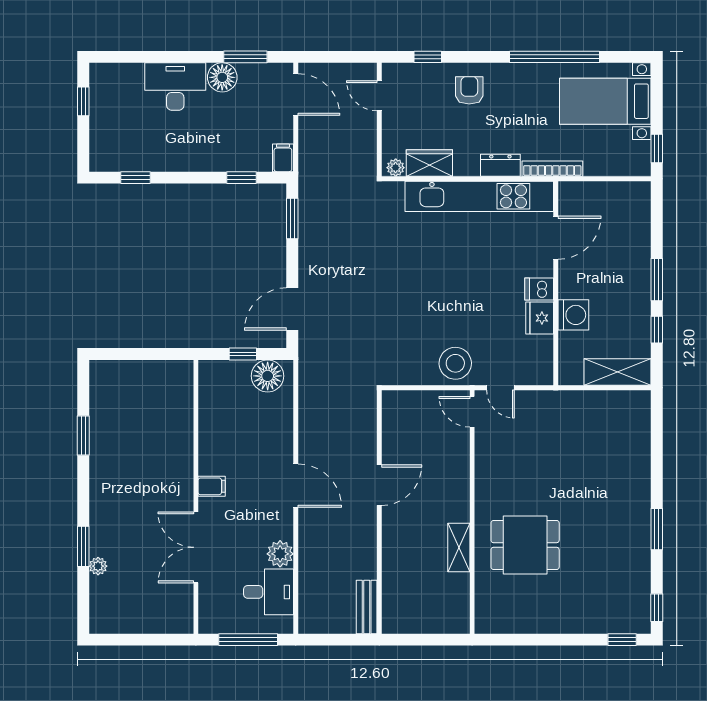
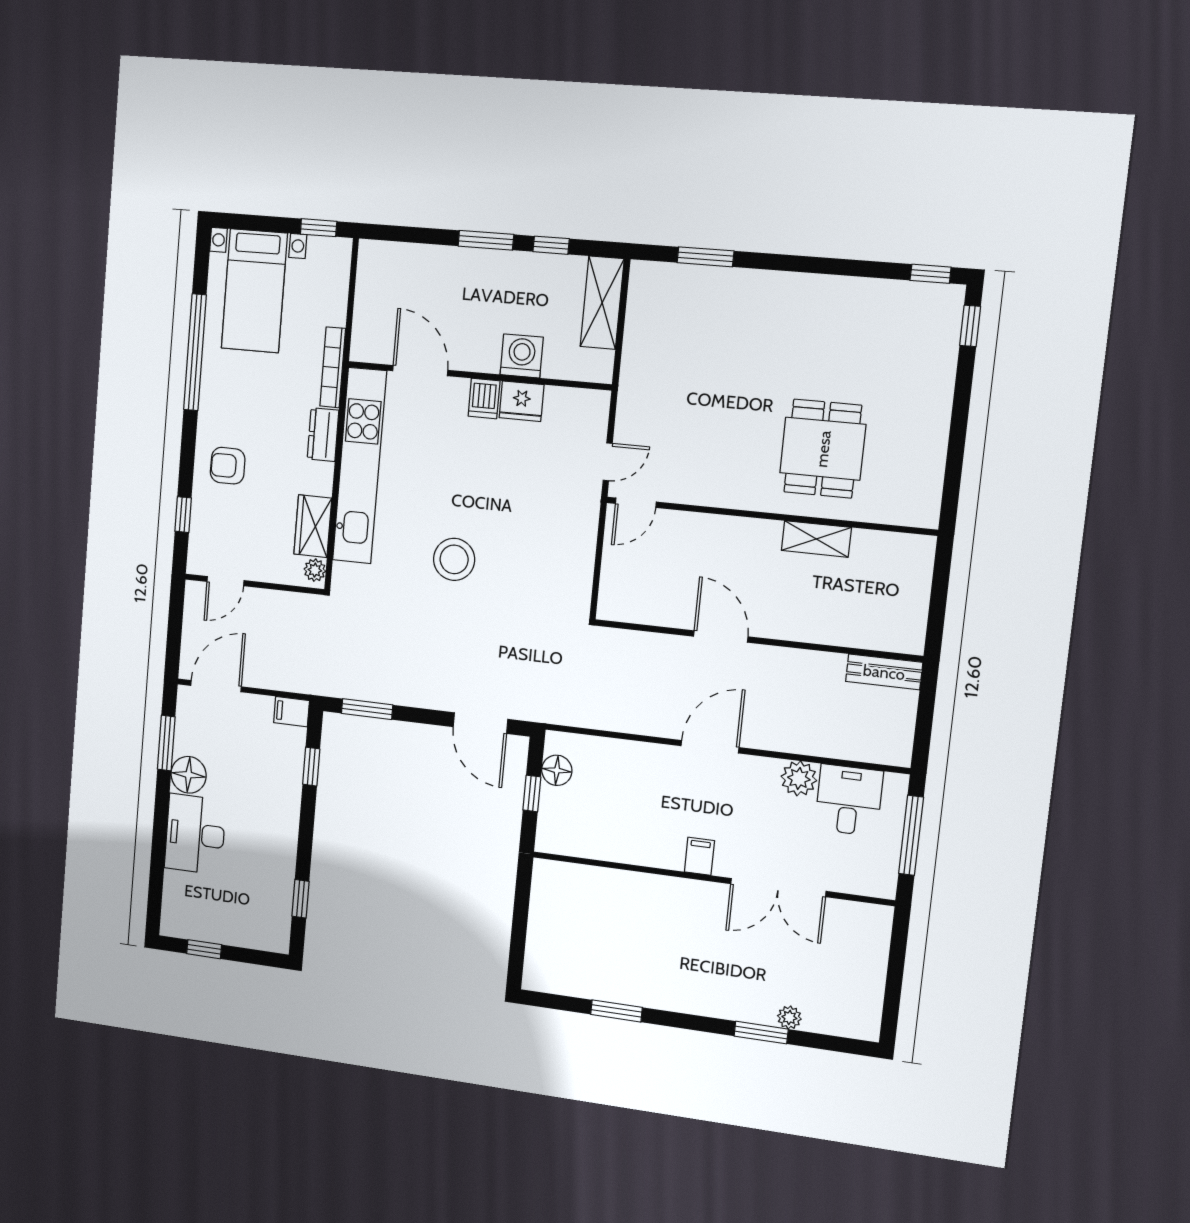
stool: (455, 363) -> (454, 559), moved
floor lamp: (268, 376) -> (557, 770), width x0.73, depth x0.73
window: (657, 529) -> (705, 257), moved

